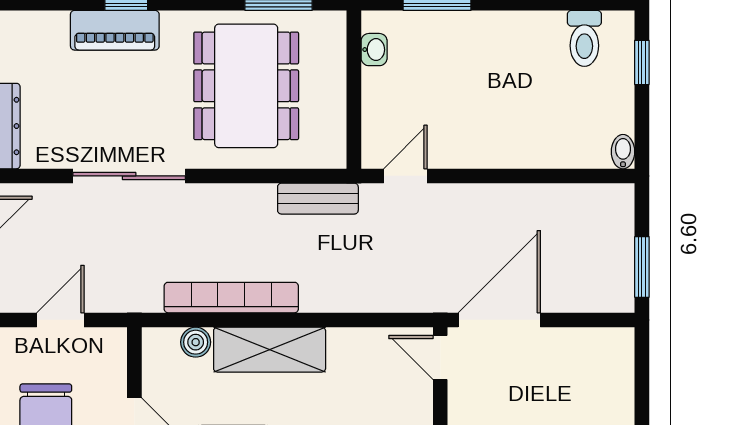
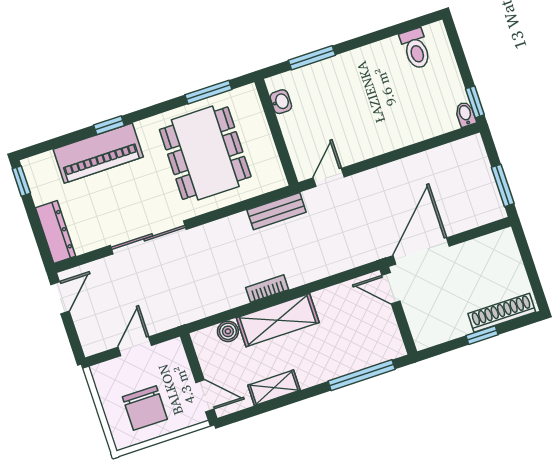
piano: (115, 30) -> (98, 153), width x1.37, depth x1.33
window: (642, 62) -> (475, 102), moved
bookcase: (231, 298) -> (267, 289), width x0.43, depth x0.76

